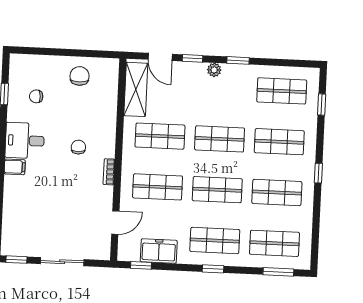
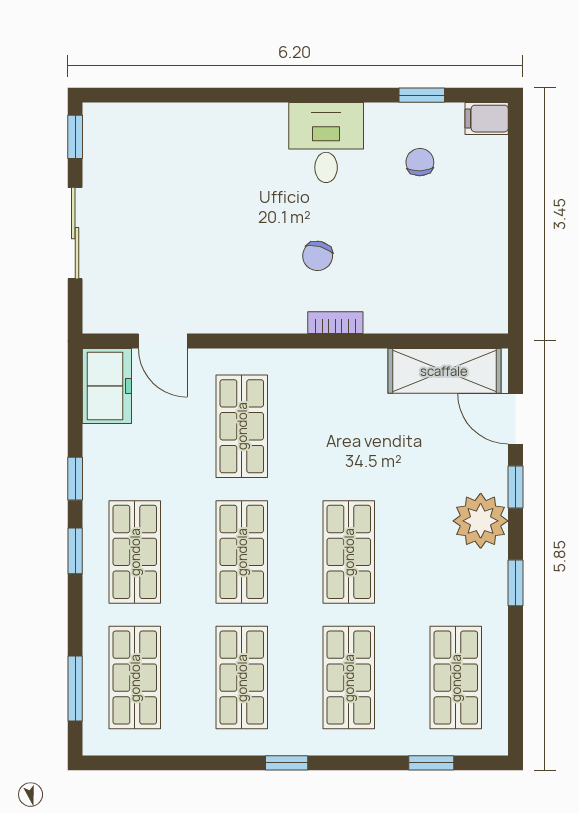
door: (160, 57) -> (515, 419), hinge flipped
plant: (214, 70) -> (481, 521), width x1.87, depth x1.87
chair: (80, 76) -> (467, 251), removed
shop shelf: (160, 136) -> (349, 426), removed
chair: (78, 147) -> (318, 256), turned 105
filing cabinet: (15, 167) -> (487, 119), moved, turned 90
bookcase: (109, 172) -> (335, 323), moved
freezer: (159, 251) -> (107, 386), moved
window: (141, 265) -> (75, 479), moved

